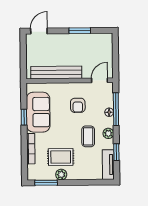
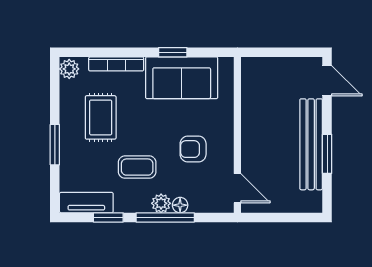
bench: (56, 73) -> (311, 144), moved
window: (116, 109) -> (165, 217), moved
plant: (108, 133) -> (161, 203), moved
plant: (61, 175) -> (69, 69), moved
window: (46, 183) -> (55, 145), moved

